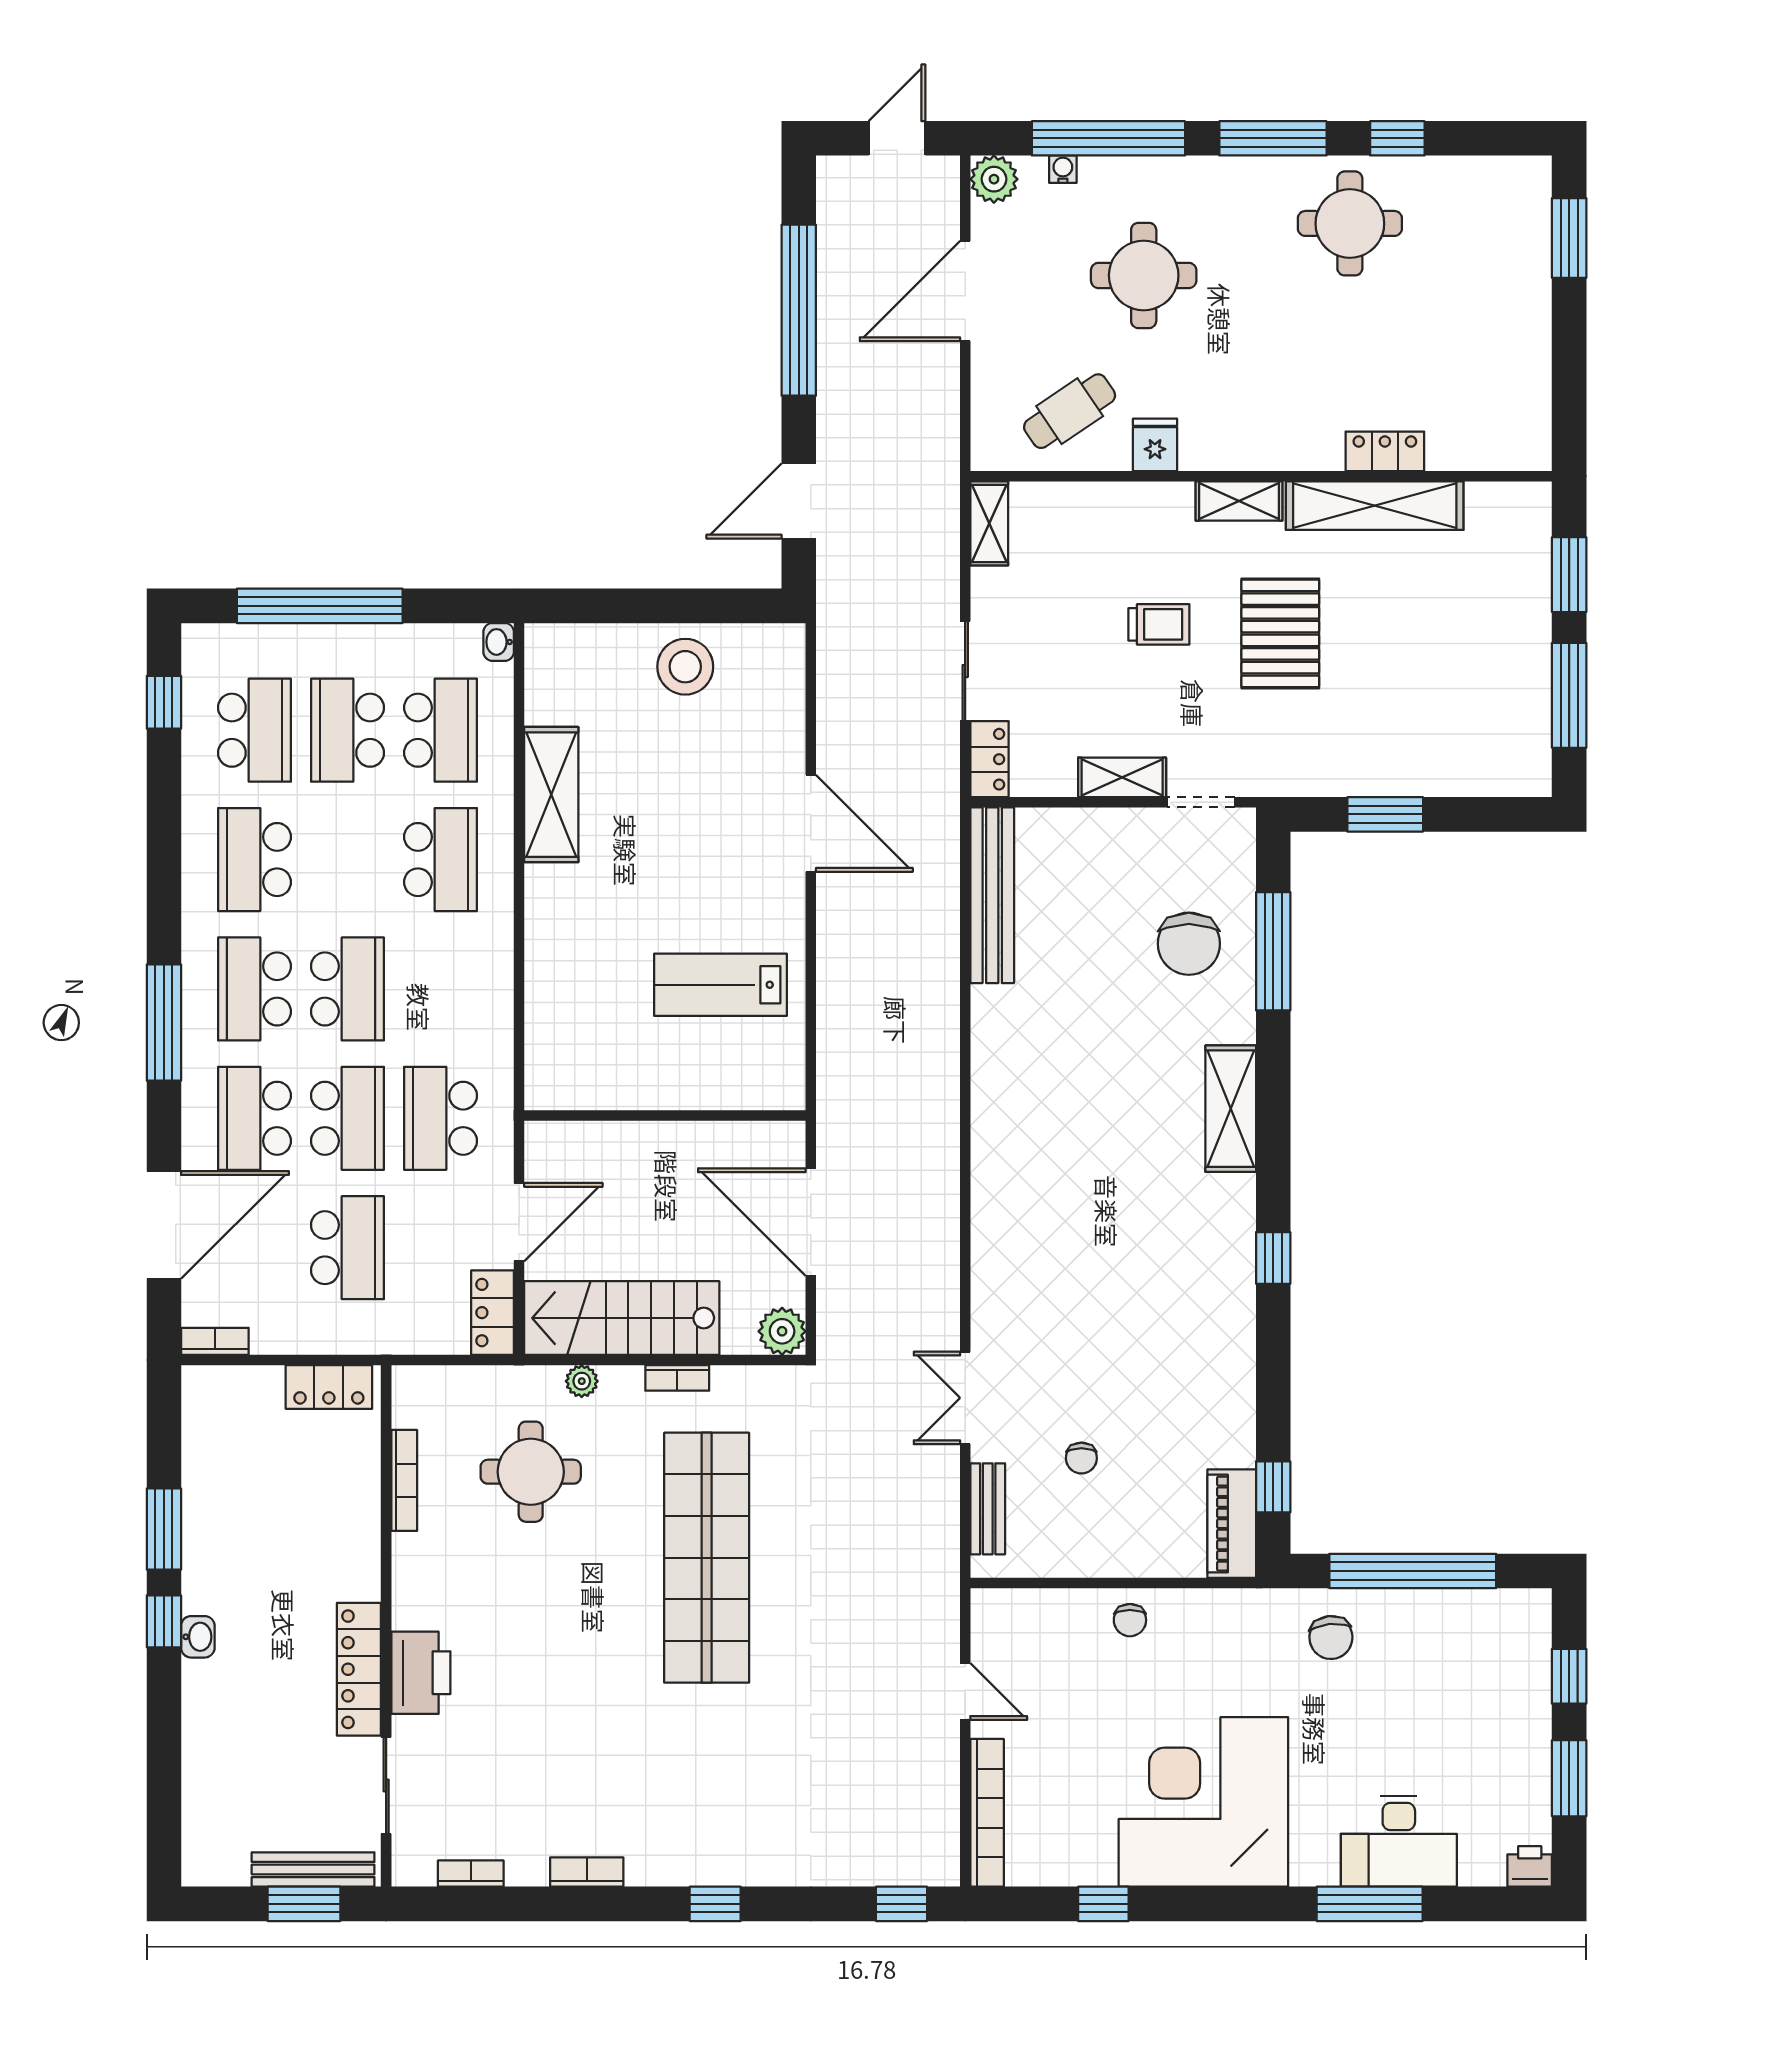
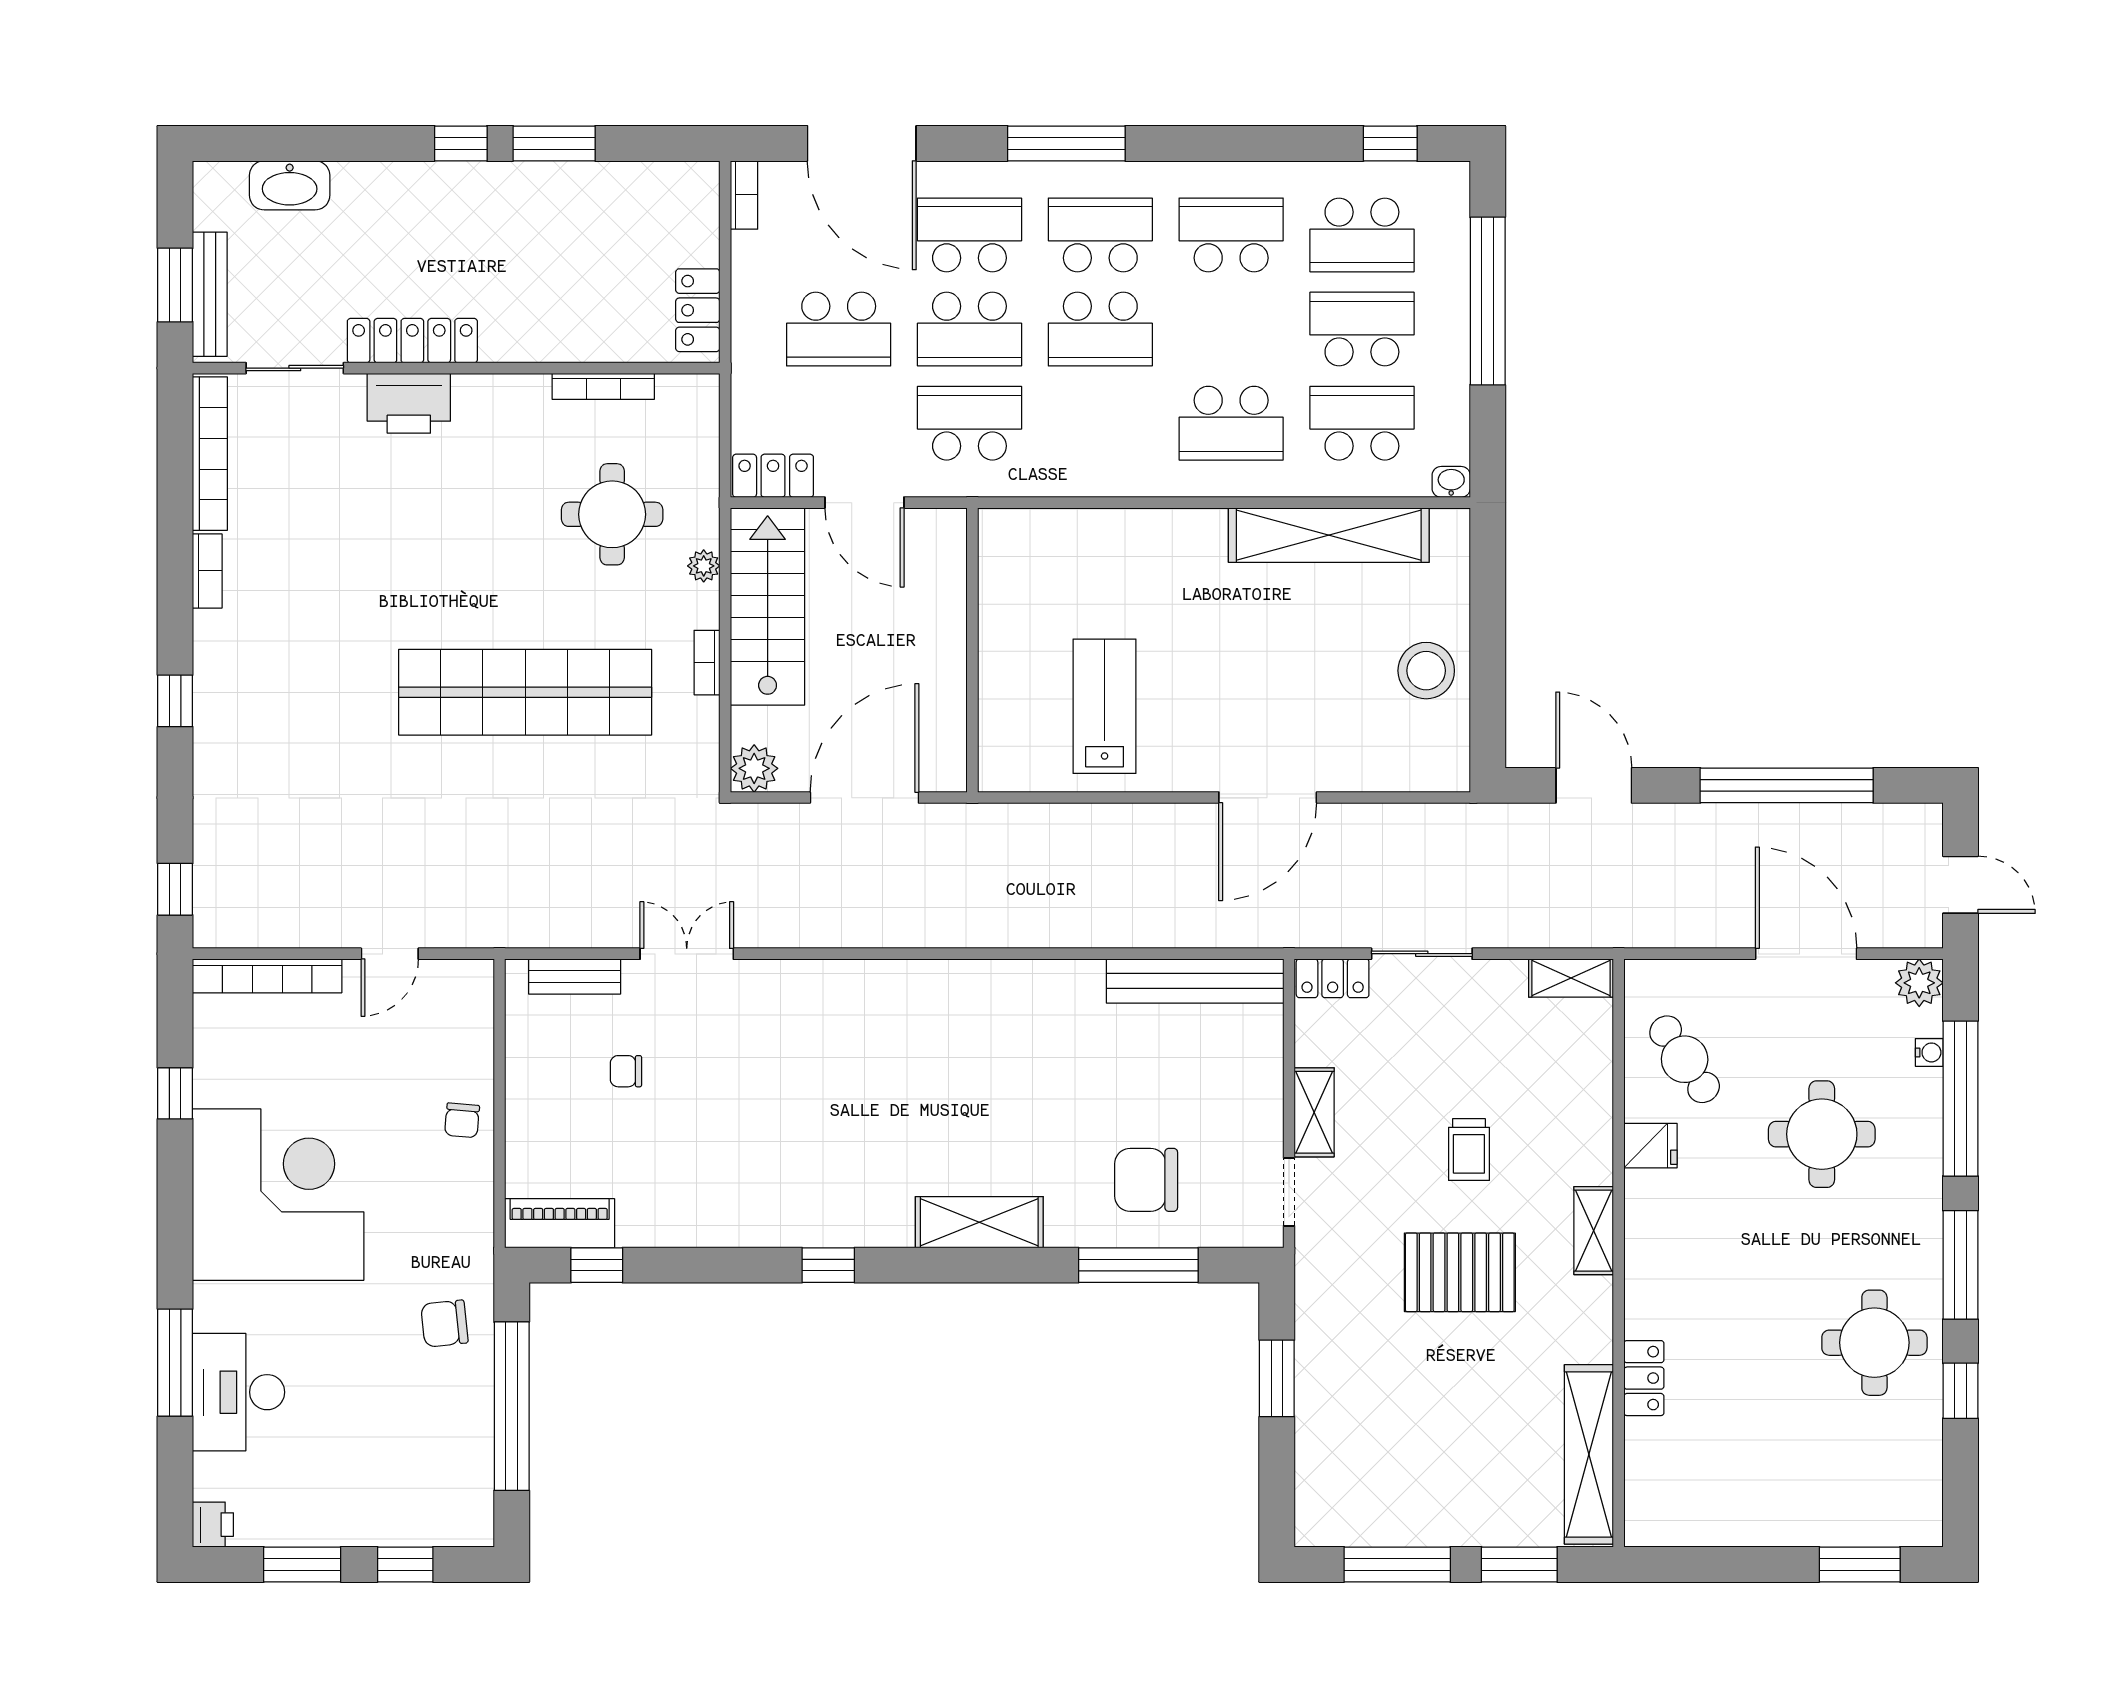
shelving: (1375, 506) -> (1589, 1454), moved
school desk: (441, 730) -> (1362, 423), turned 180
shelving: (551, 795) -> (1329, 535), width x1.47
chair: (1130, 1620) -> (462, 1120), turned -85
washbasin: (198, 1637) -> (290, 185), moved, width x1.91, depth x1.45
bookcase: (471, 1874) -> (210, 454), width x2.31, depth x1.31

